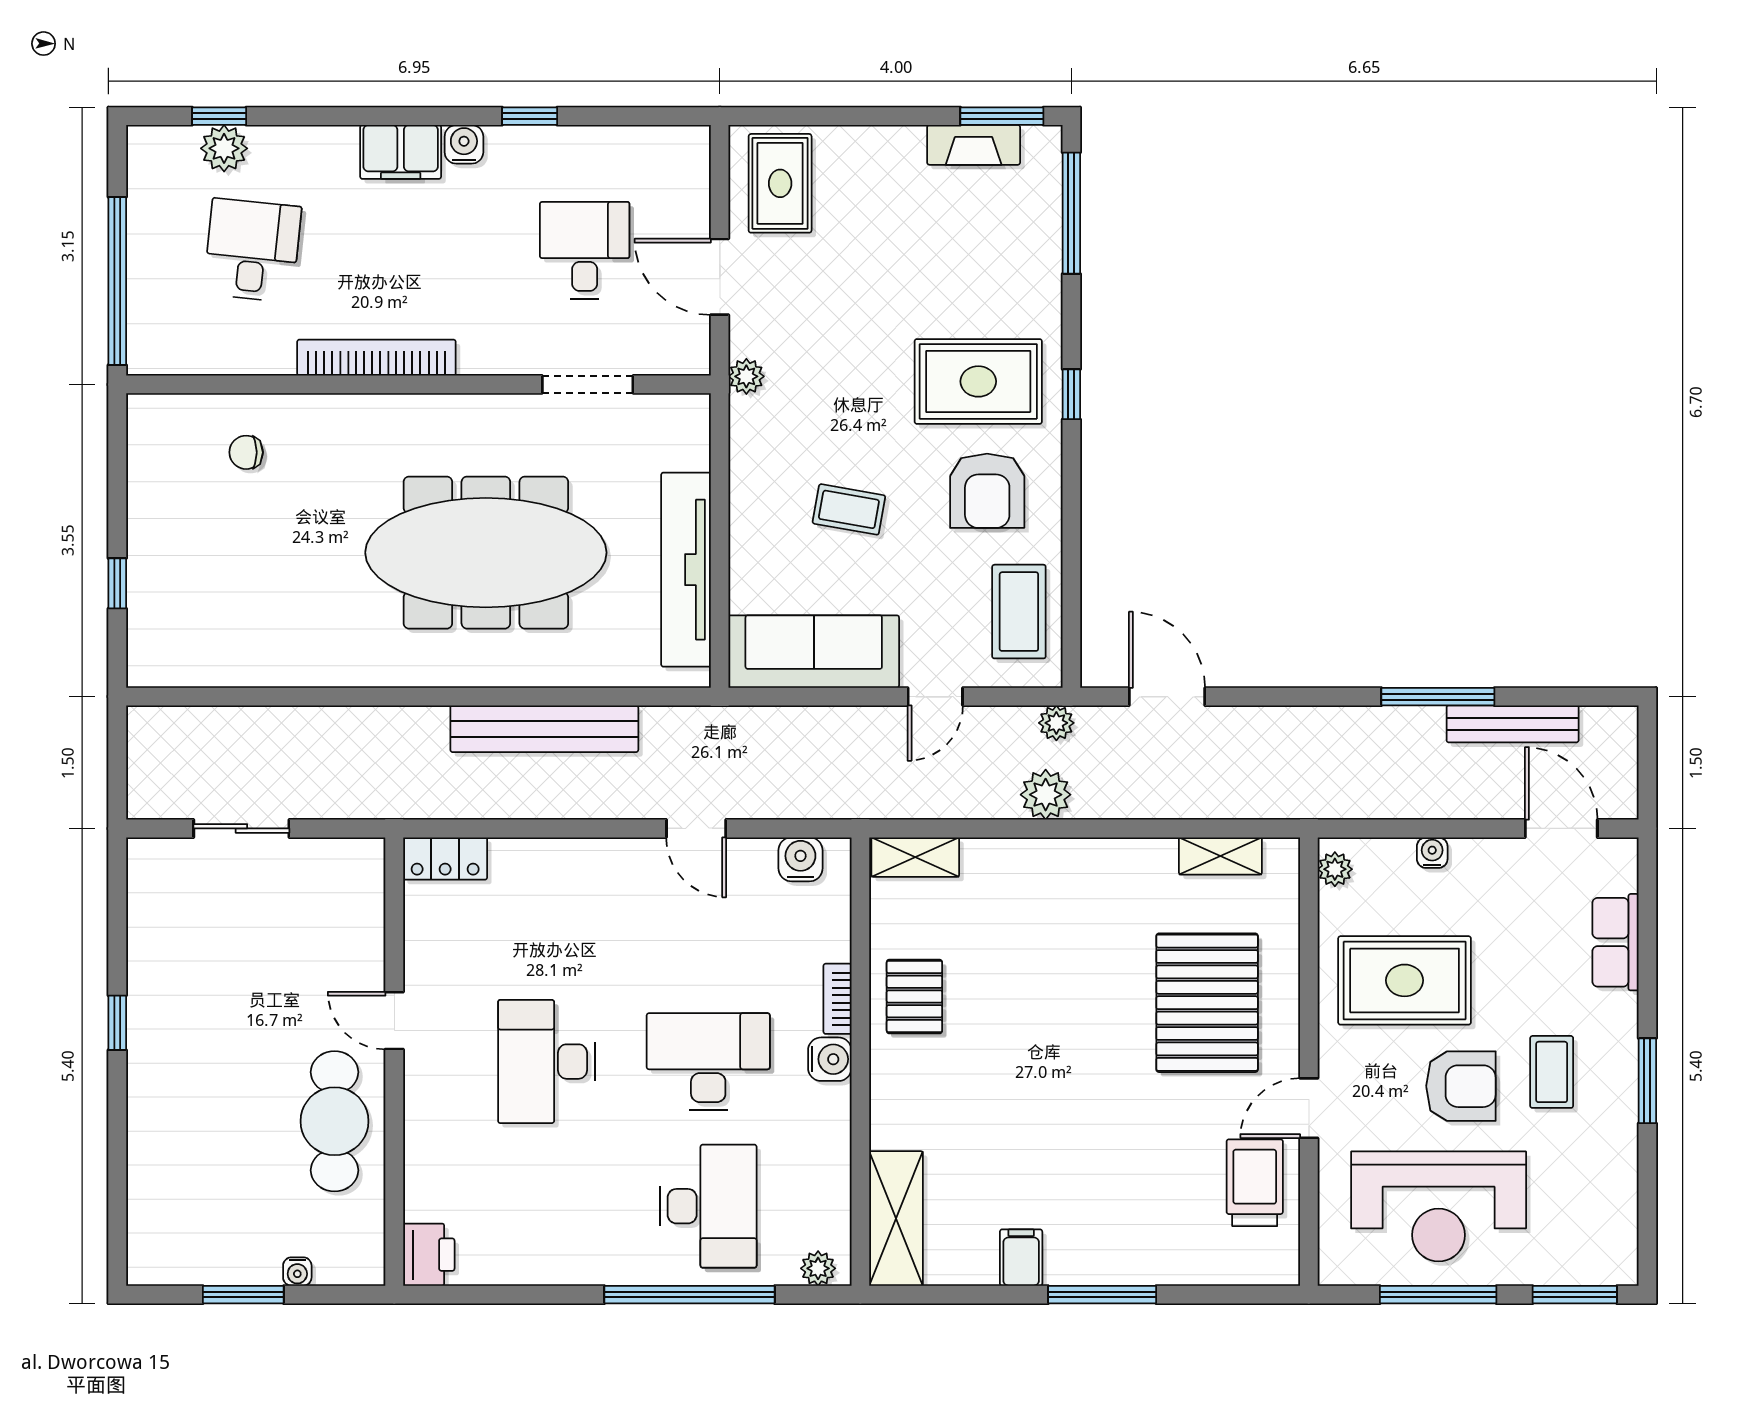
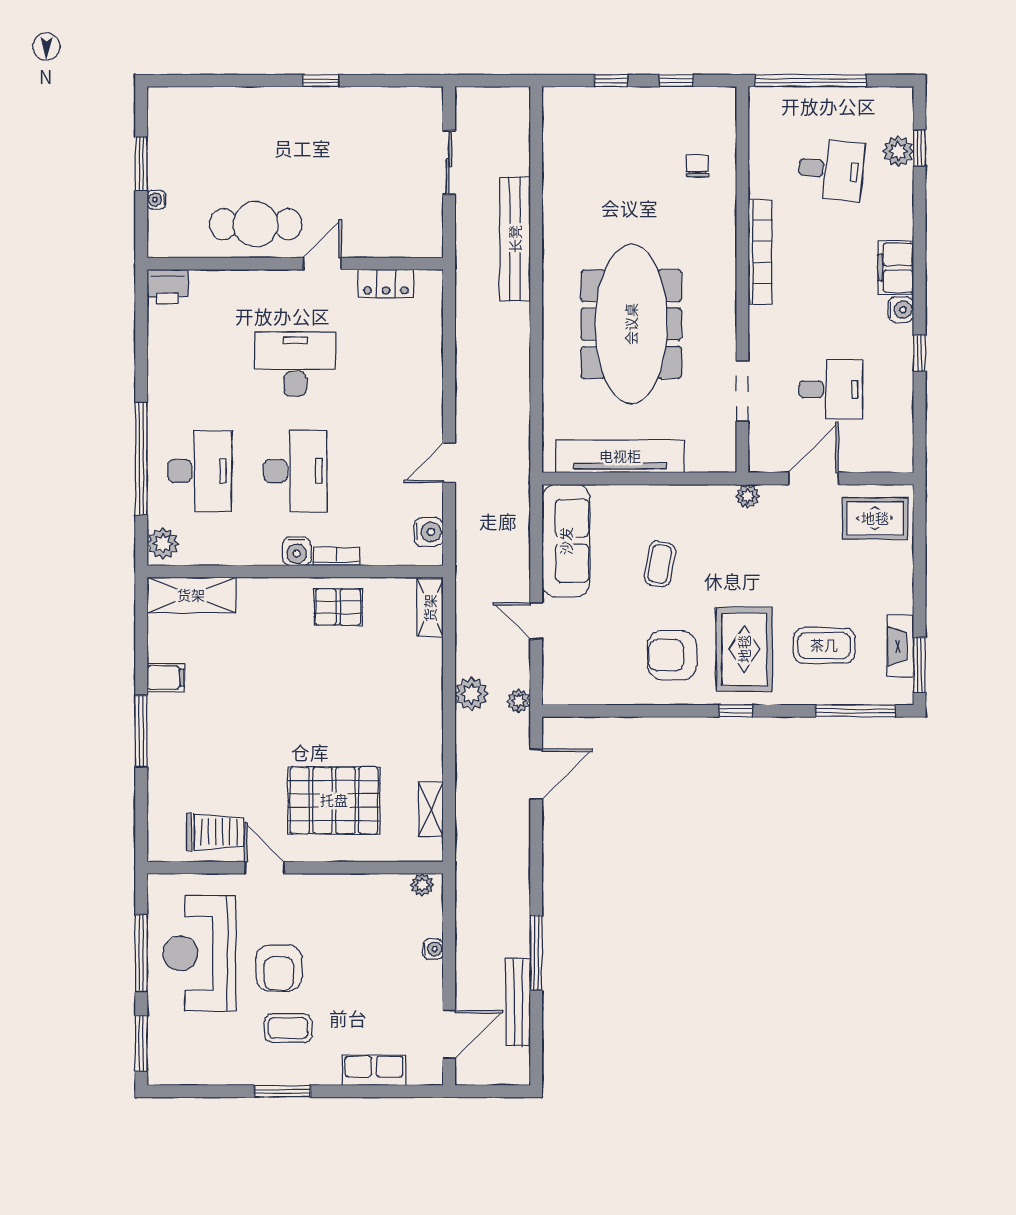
window: (117, 485) -> (676, 81), added
coffee table: (1019, 612) -> (824, 645), moved
bench: (544, 729) -> (515, 239), moved
locker: (445, 859) -> (386, 283), moved, turned -90
rug: (1405, 980) -> (349, 931), removed
desk: (708, 1206) -> (200, 471), turned -90
plant: (818, 1268) -> (163, 544), width x1.38, depth x1.38

